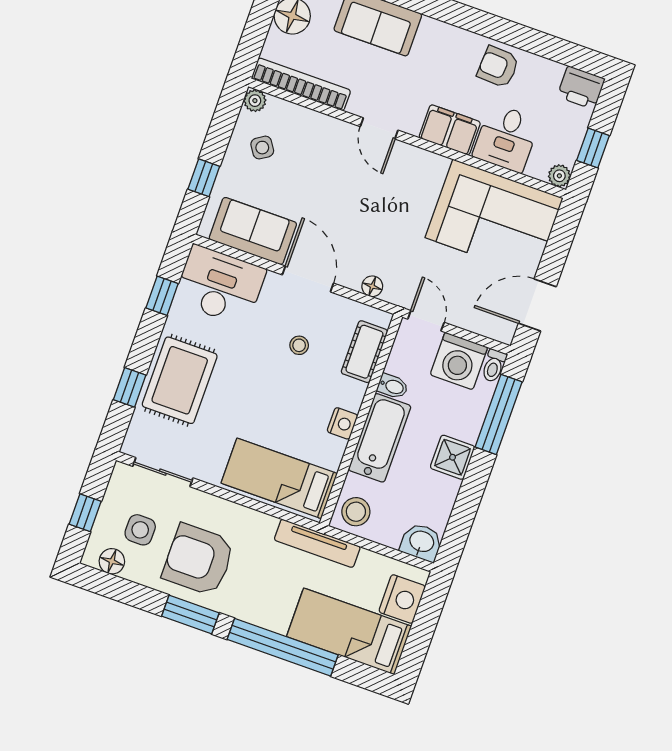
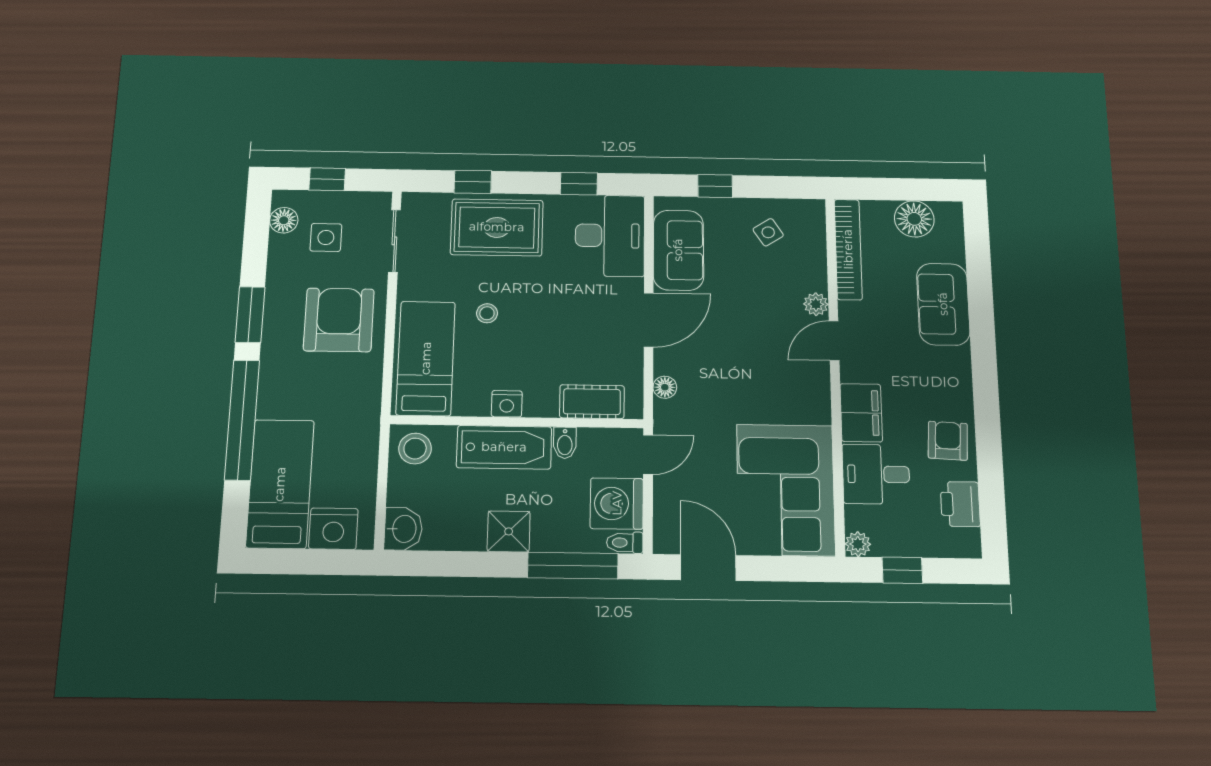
printer: (581, 88) -> (960, 504), moved
plant: (255, 101) -> (816, 304), moved
stool: (299, 345) -> (487, 313), moved
tv unit: (317, 543) -> (367, 419), removed
armchair: (199, 560) -> (339, 320), moved

